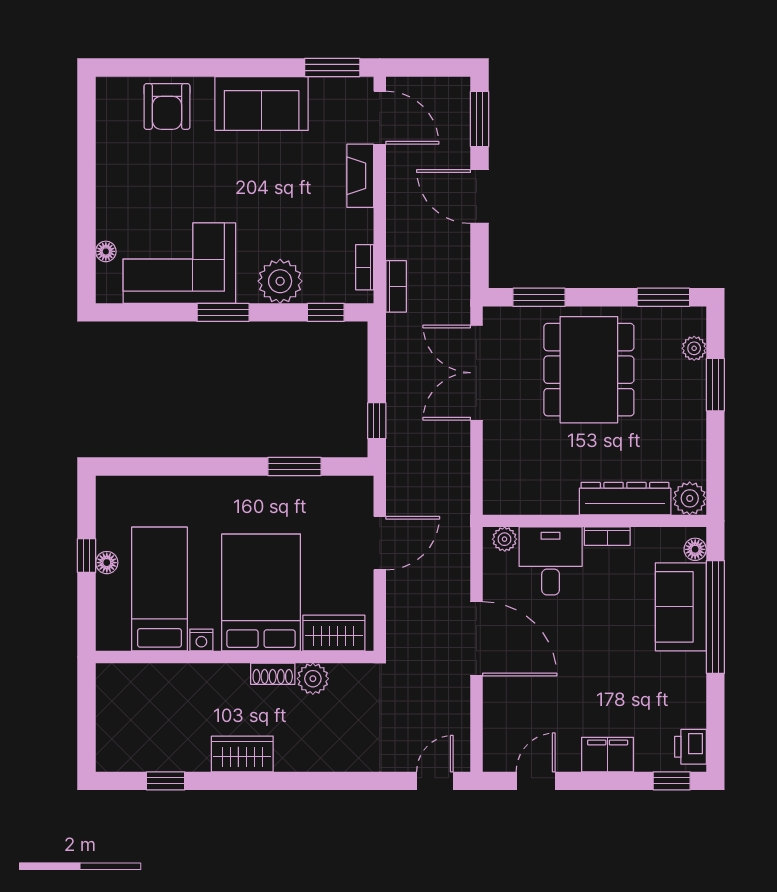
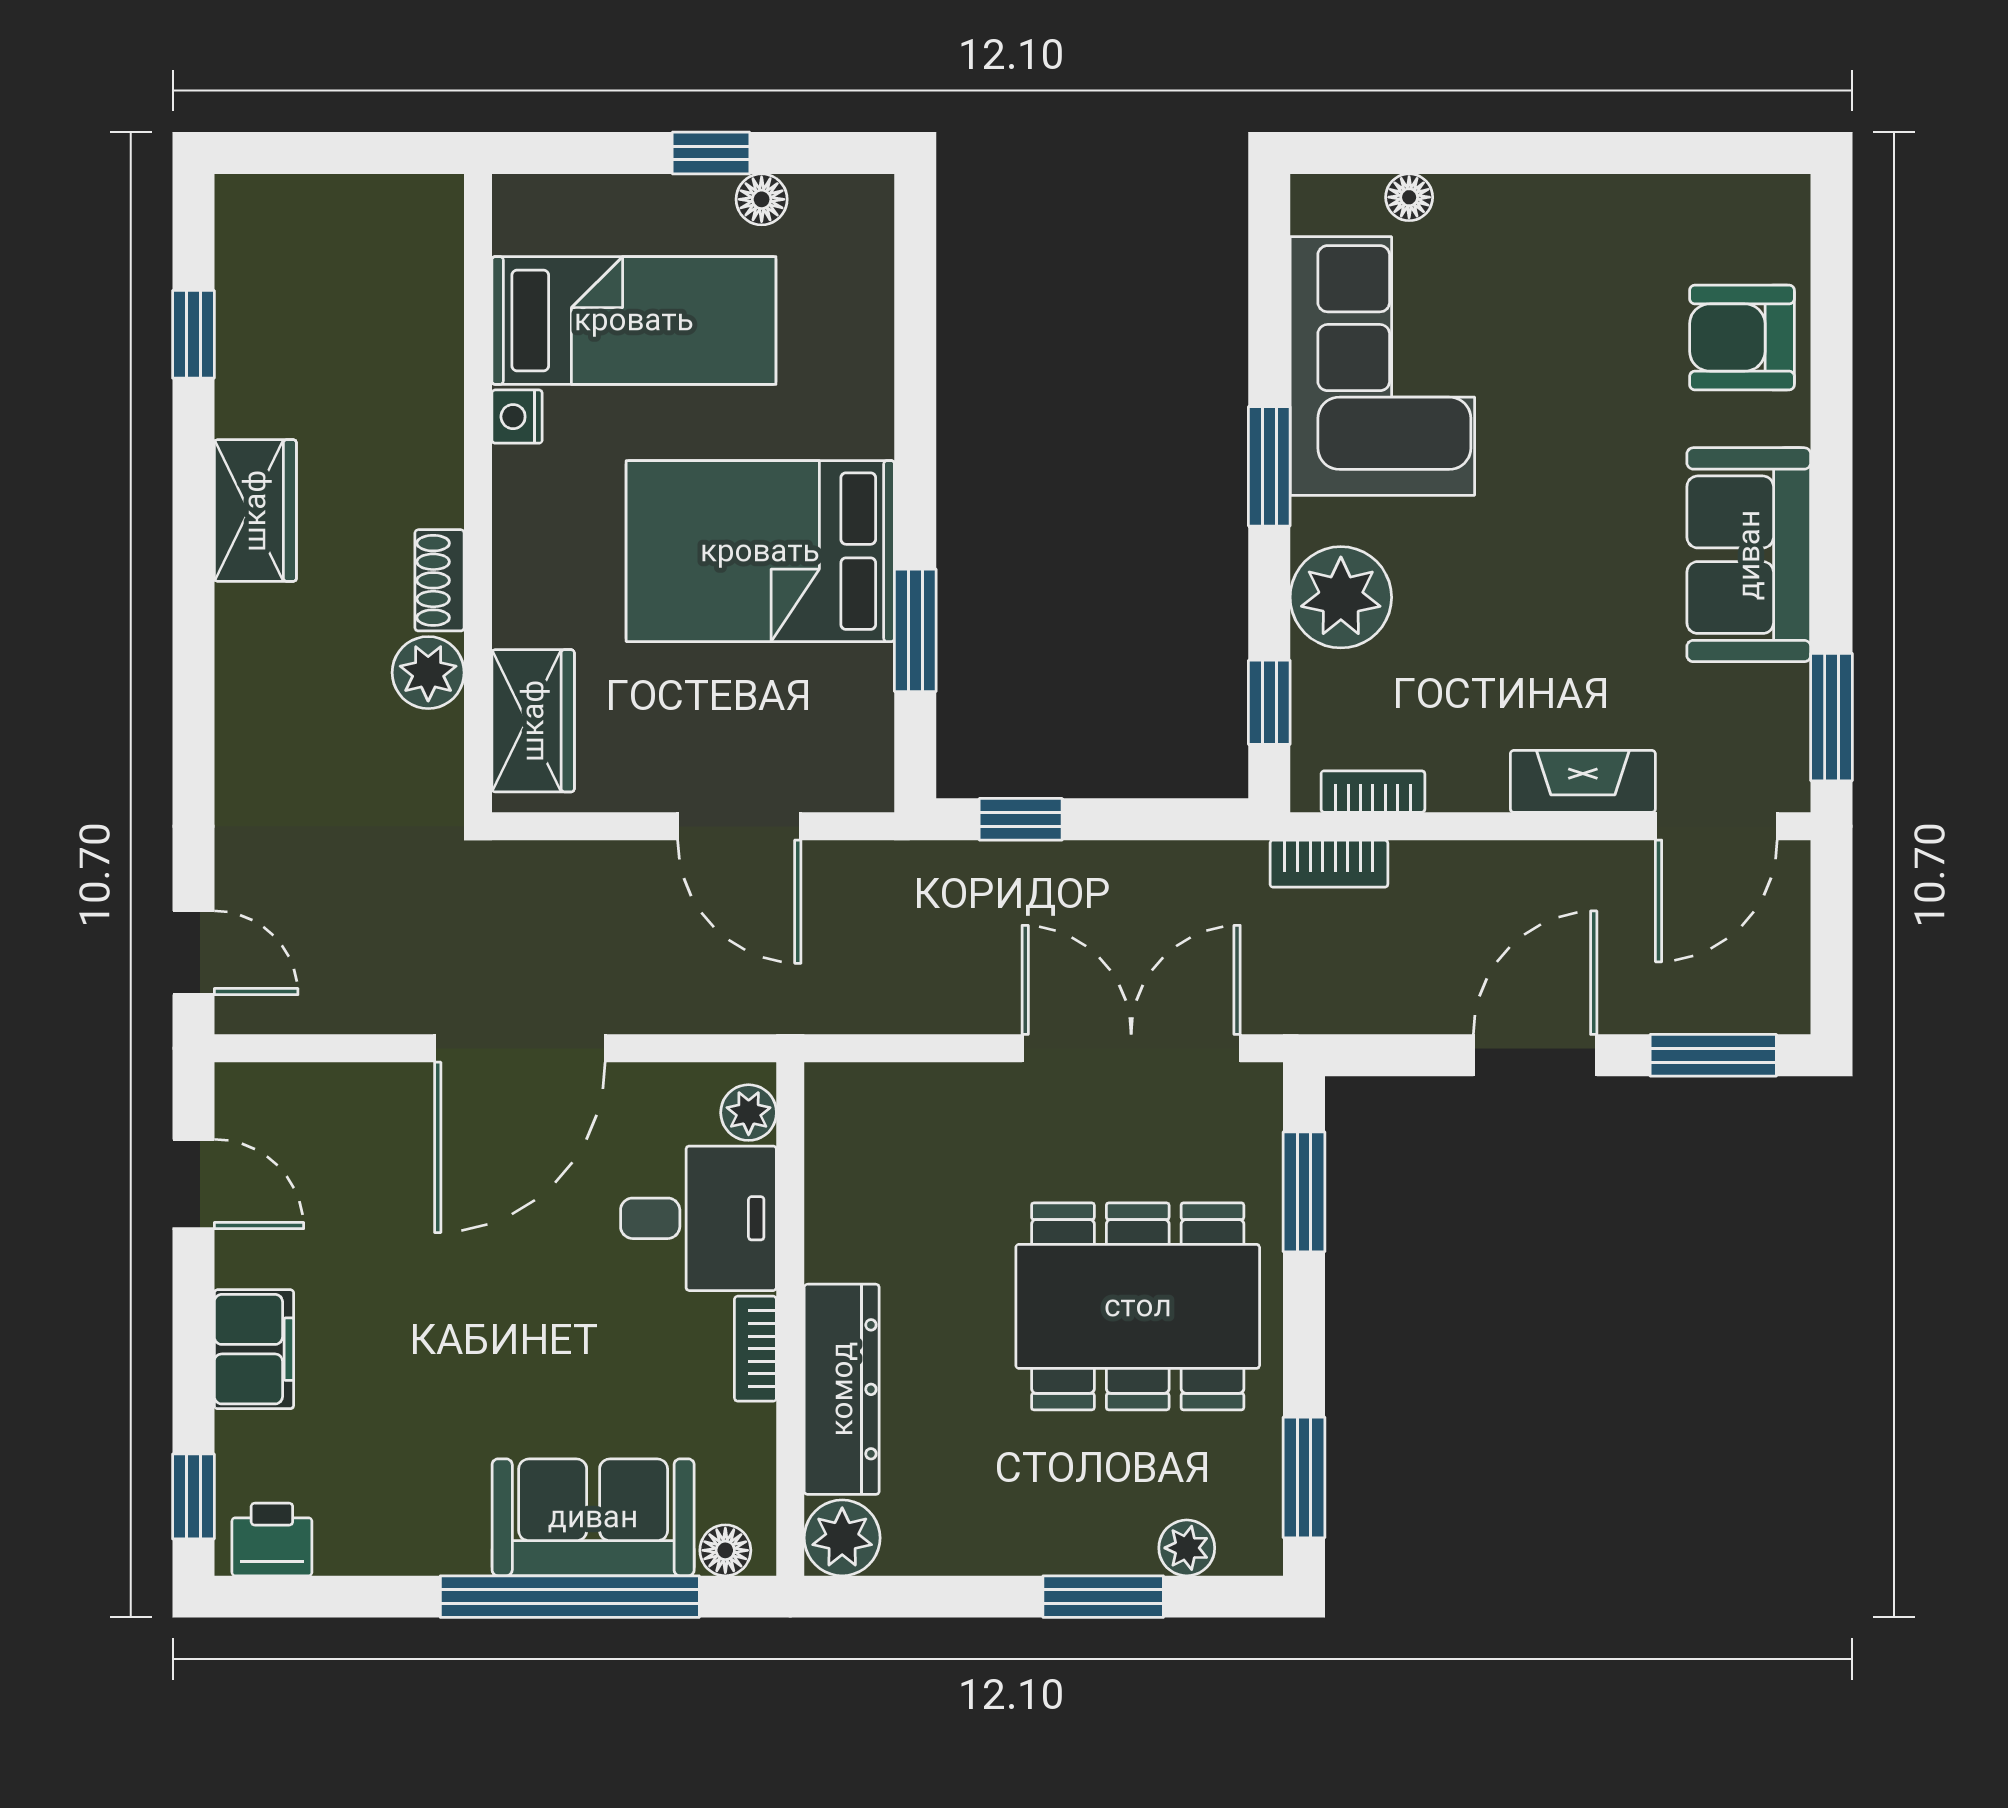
floor lamp: (107, 563) -> (762, 199), moved
bed: (261, 593) -> (760, 551), moved, turned 180

